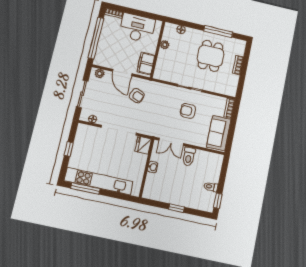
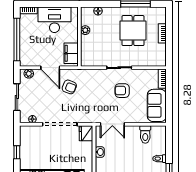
toilet: (189, 157) -> (145, 134), moved

